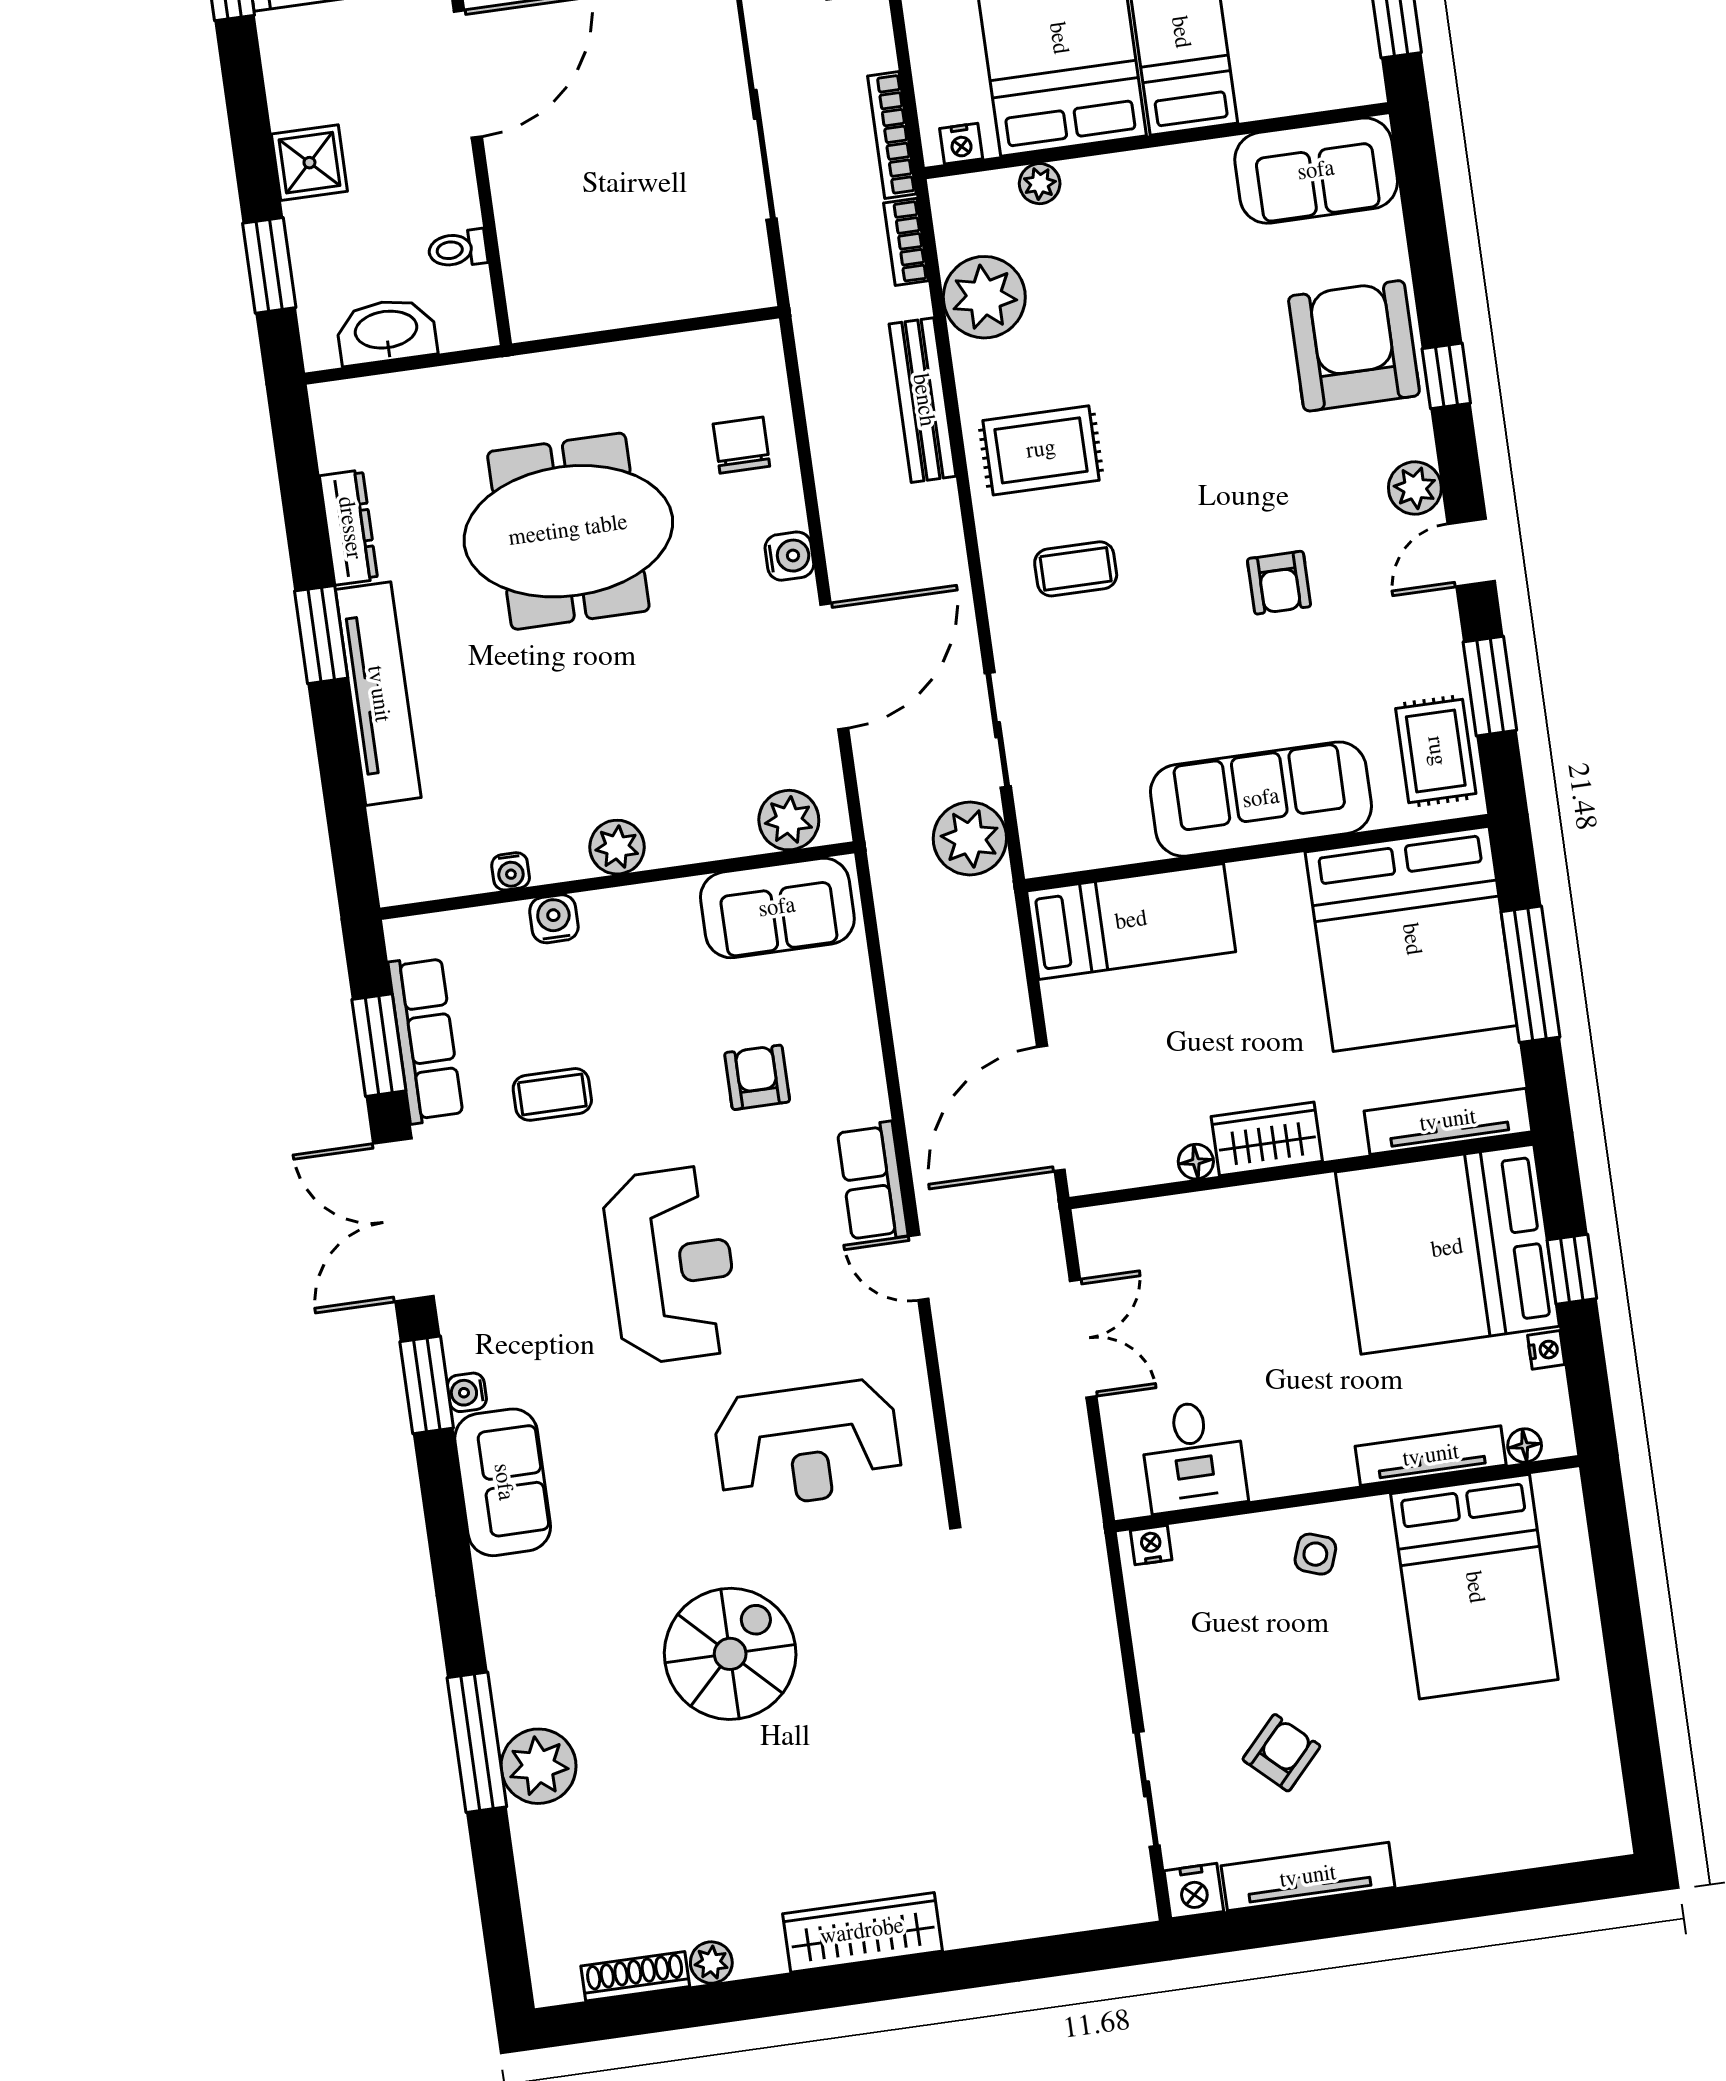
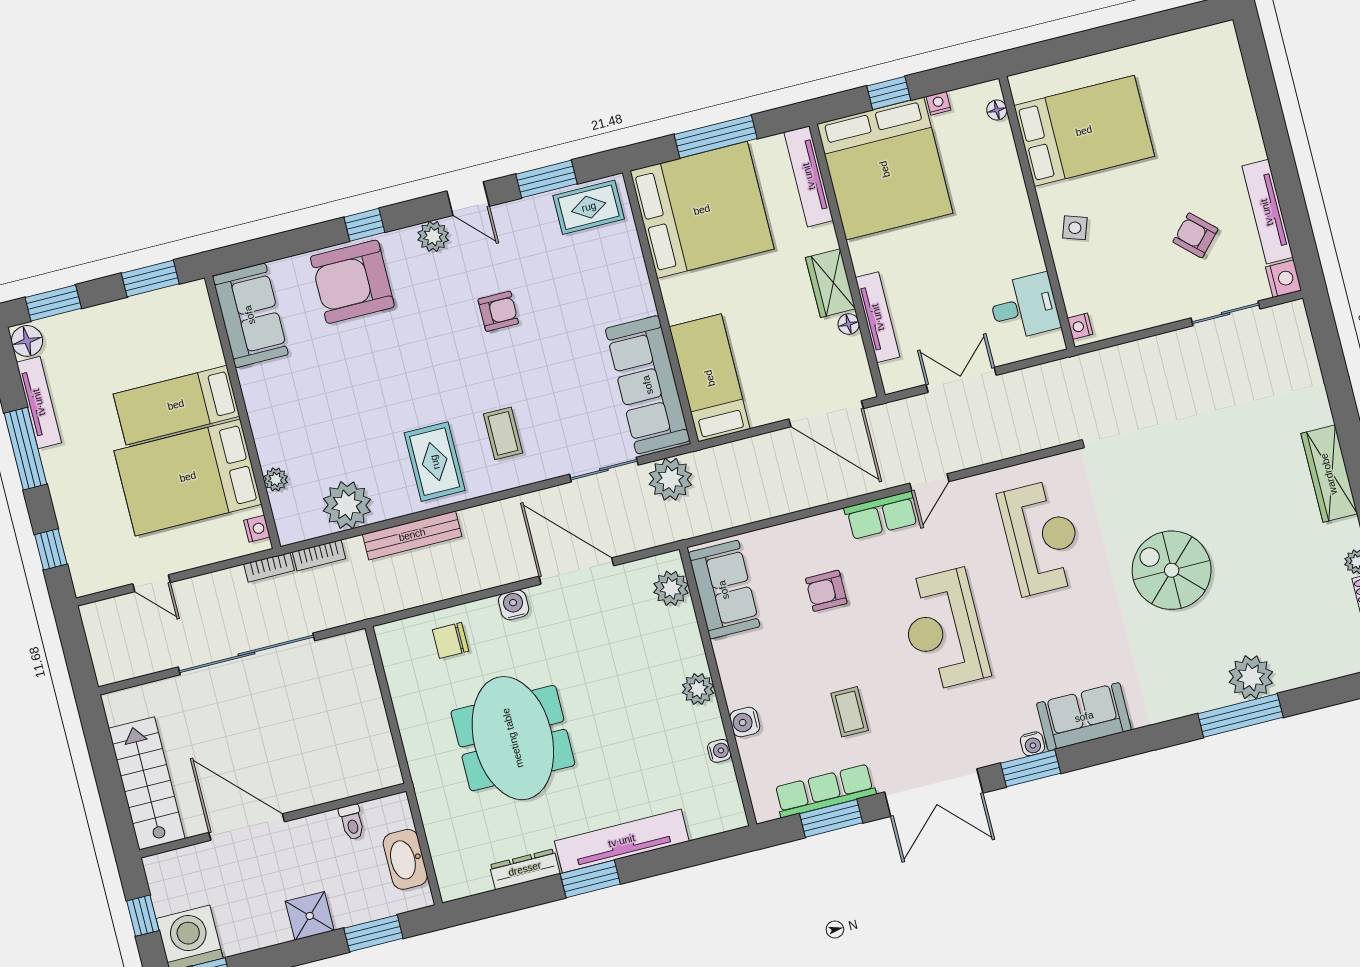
bookcase: (892, 135) -> (269, 567), width x0.64
sofa: (1261, 799) -> (648, 385), moved
reception desk: (672, 1265) -> (944, 630), turned -90
tv unit: (1431, 1456) -> (878, 317), moved, turned 180

